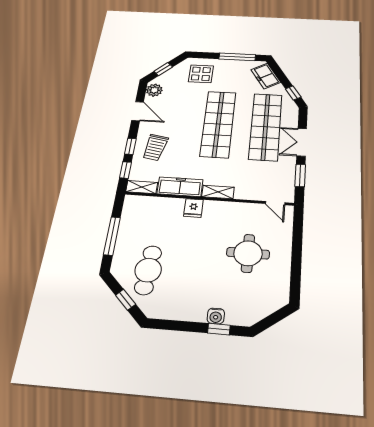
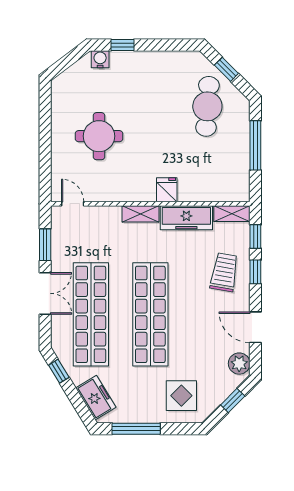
water cooler: (216, 316) -> (100, 59), moved

